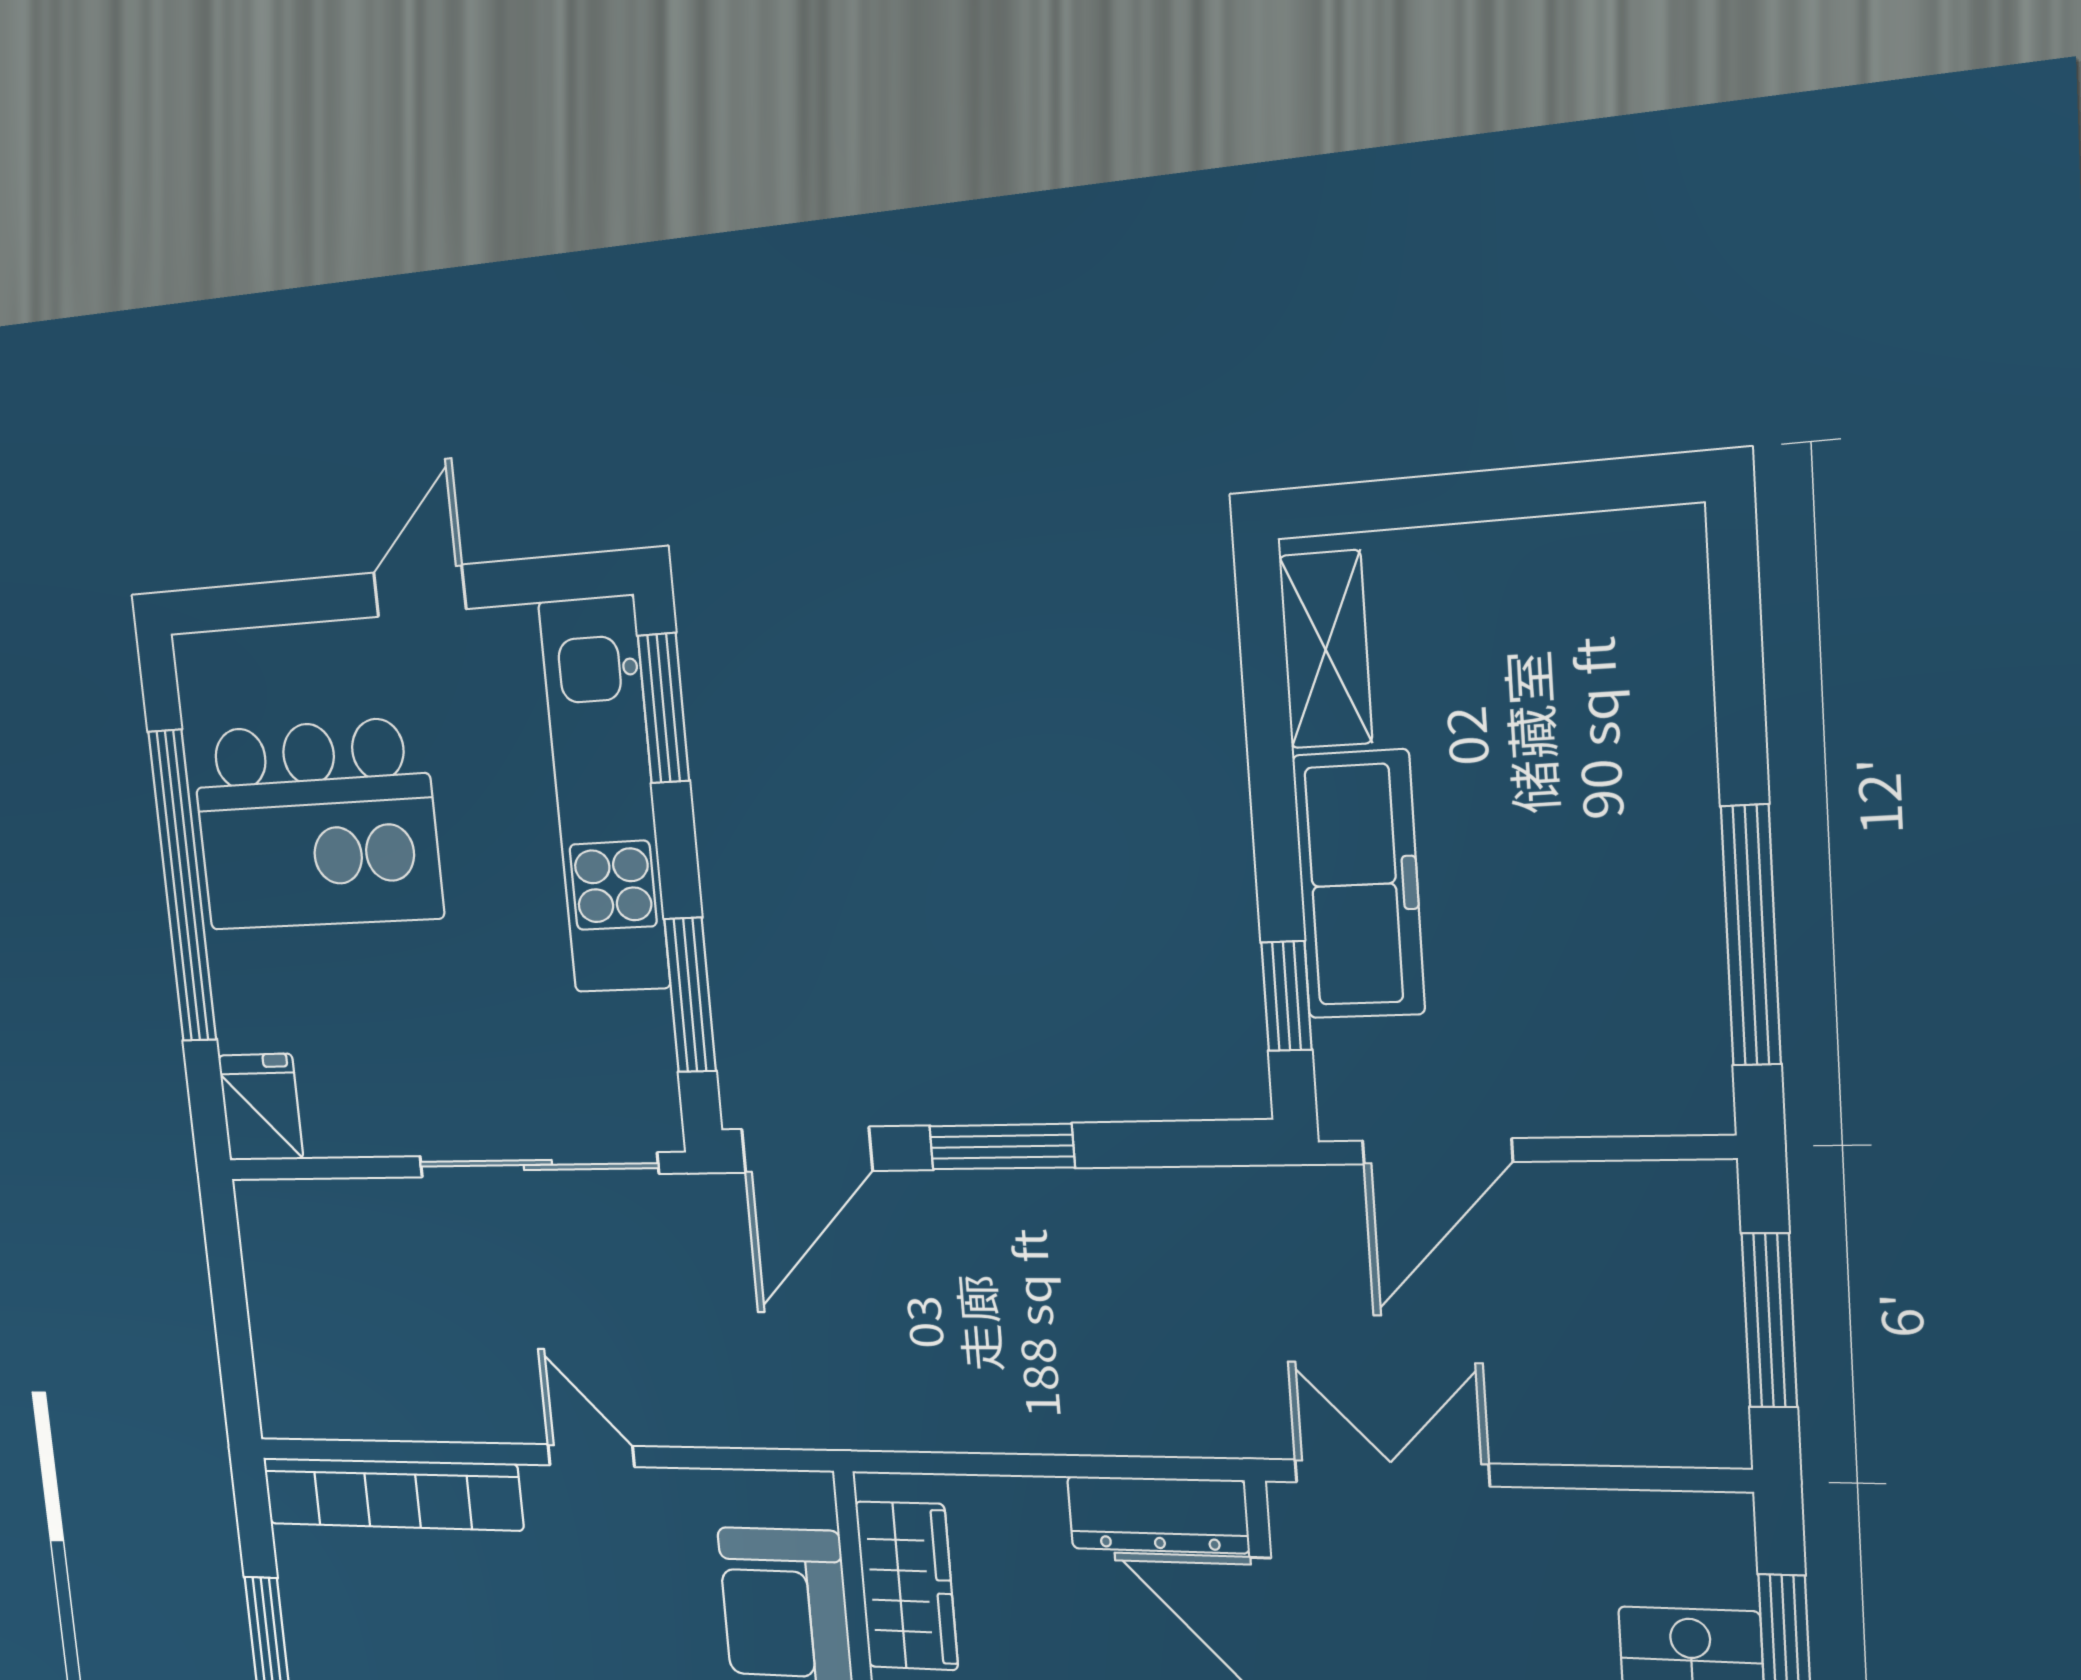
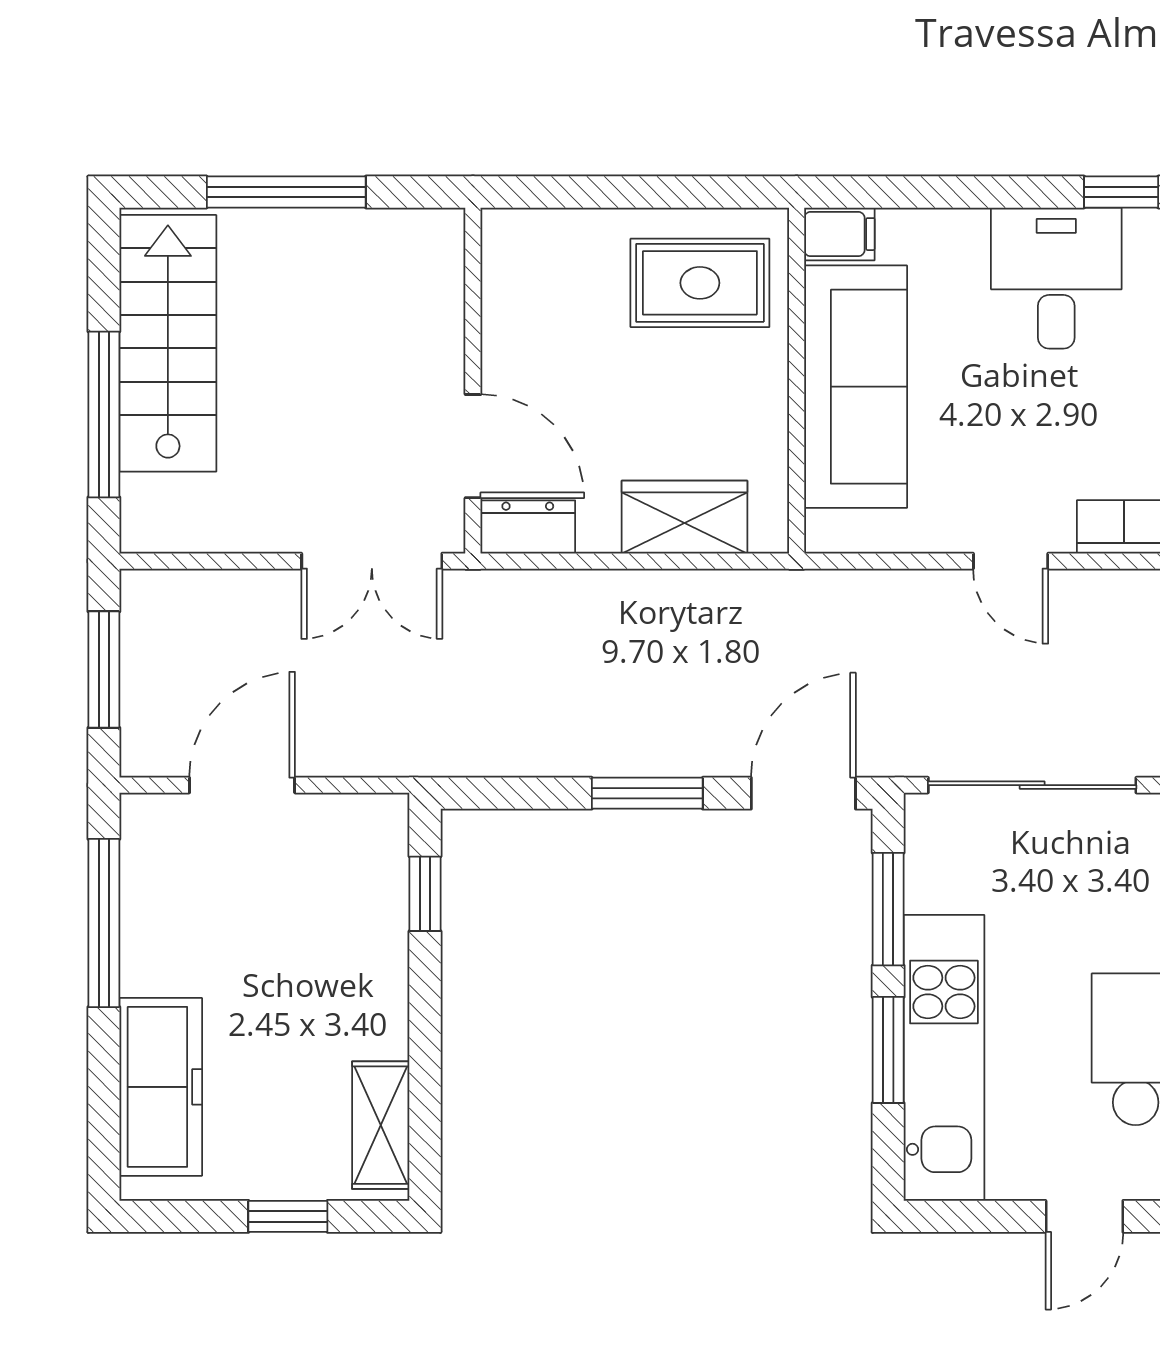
window: (1451, 499) -> (288, 1216), added
window: (664, 708) -> (888, 1050), moved
freezer: (1359, 885) -> (161, 1087), moved, turned 180
door: (1437, 1151) -> (242, 785), moved
dresser: (1158, 1515) -> (528, 527), width x0.70
wardrobe: (907, 1586) -> (684, 517), moved, turned 90

